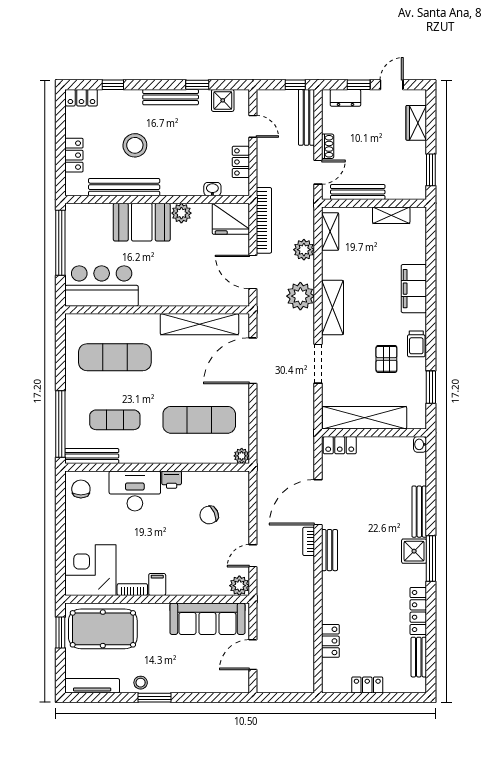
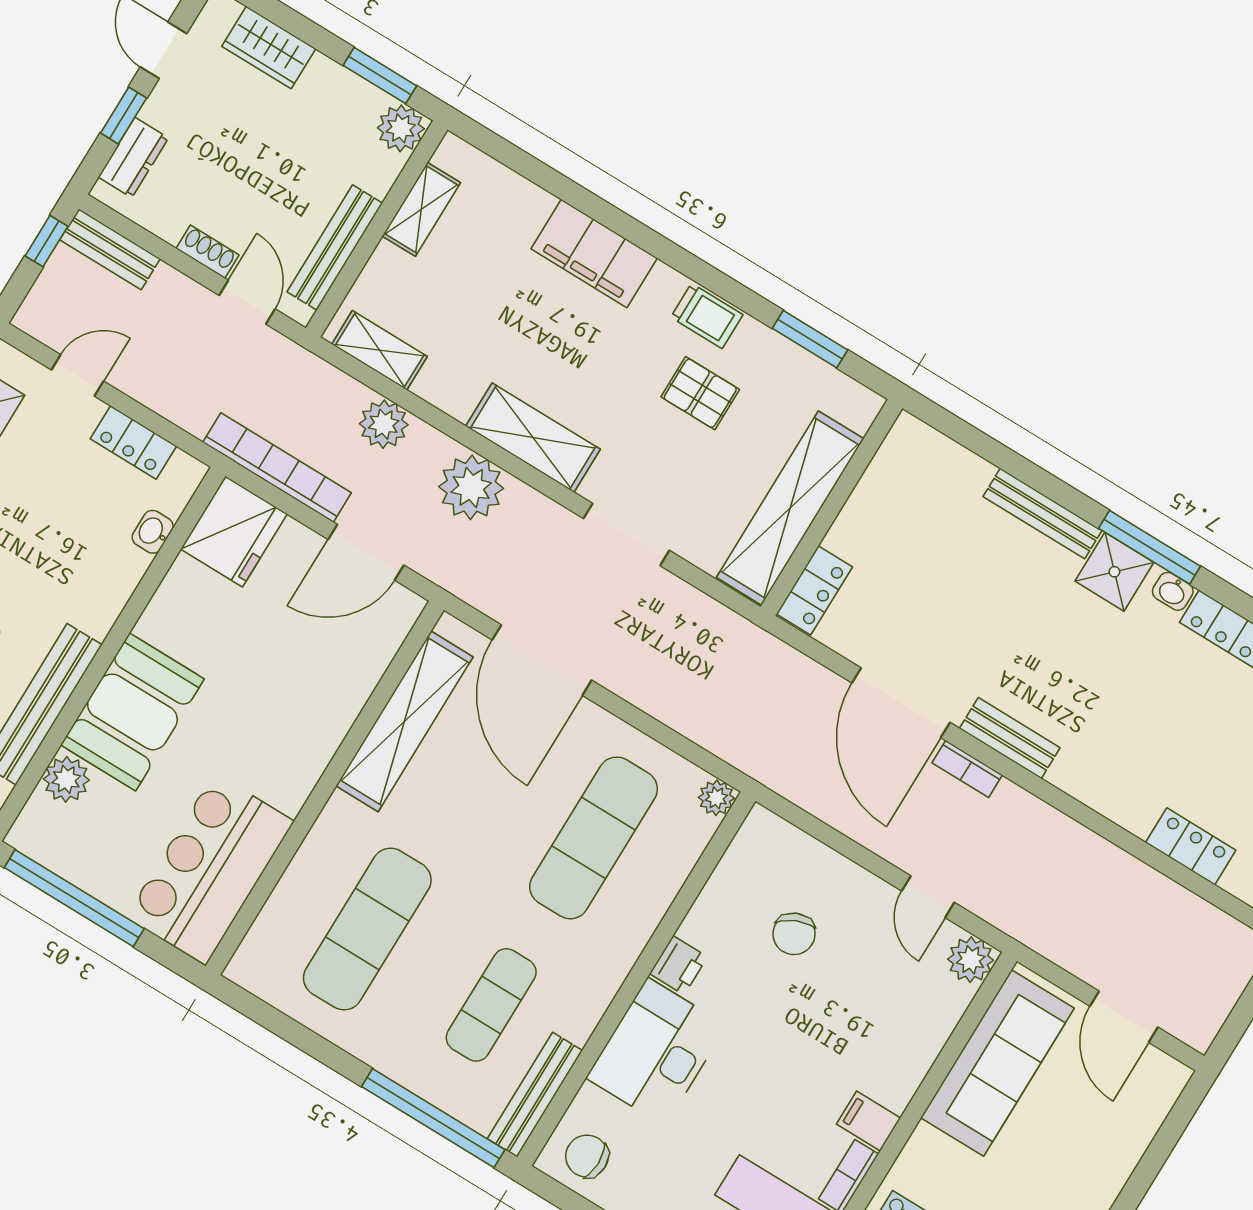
bench: (306, 117) -> (110, 249), width x0.73
plant: (416, 189) -> (401, 128), added
plant: (181, 213) -> (66, 779), moved
washbasin: (420, 444) -> (1173, 591), moved

